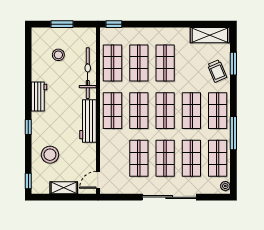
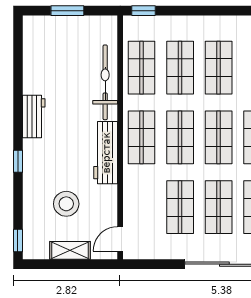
stool: (58, 55) -> (62, 56), removed
stool: (50, 155) -> (66, 204), moved

